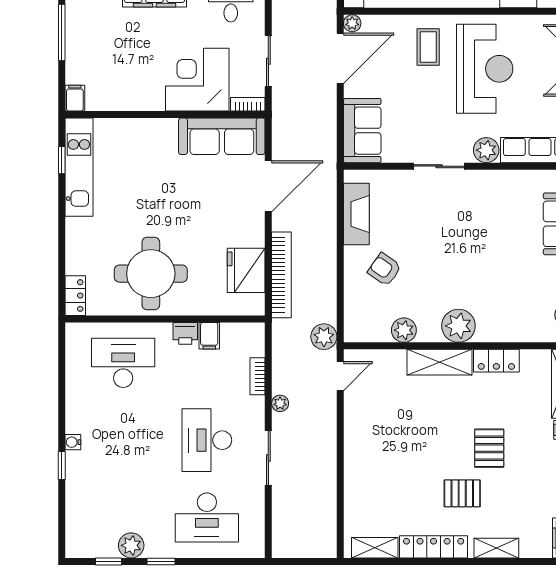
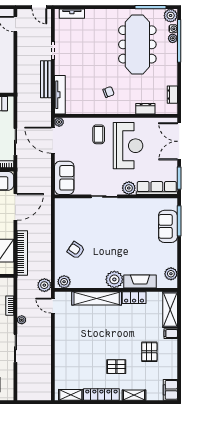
door: (340, 58) -> (53, 140), swing flipped
fireplace: (356, 214) -> (140, 282), moved, turned -90
plant: (404, 330) -> (64, 282), moved
shelving: (439, 362) -> (97, 298), width x1.47
door: (340, 376) -> (53, 306), swing flipped
pallet: (489, 448) -> (149, 352), moved

